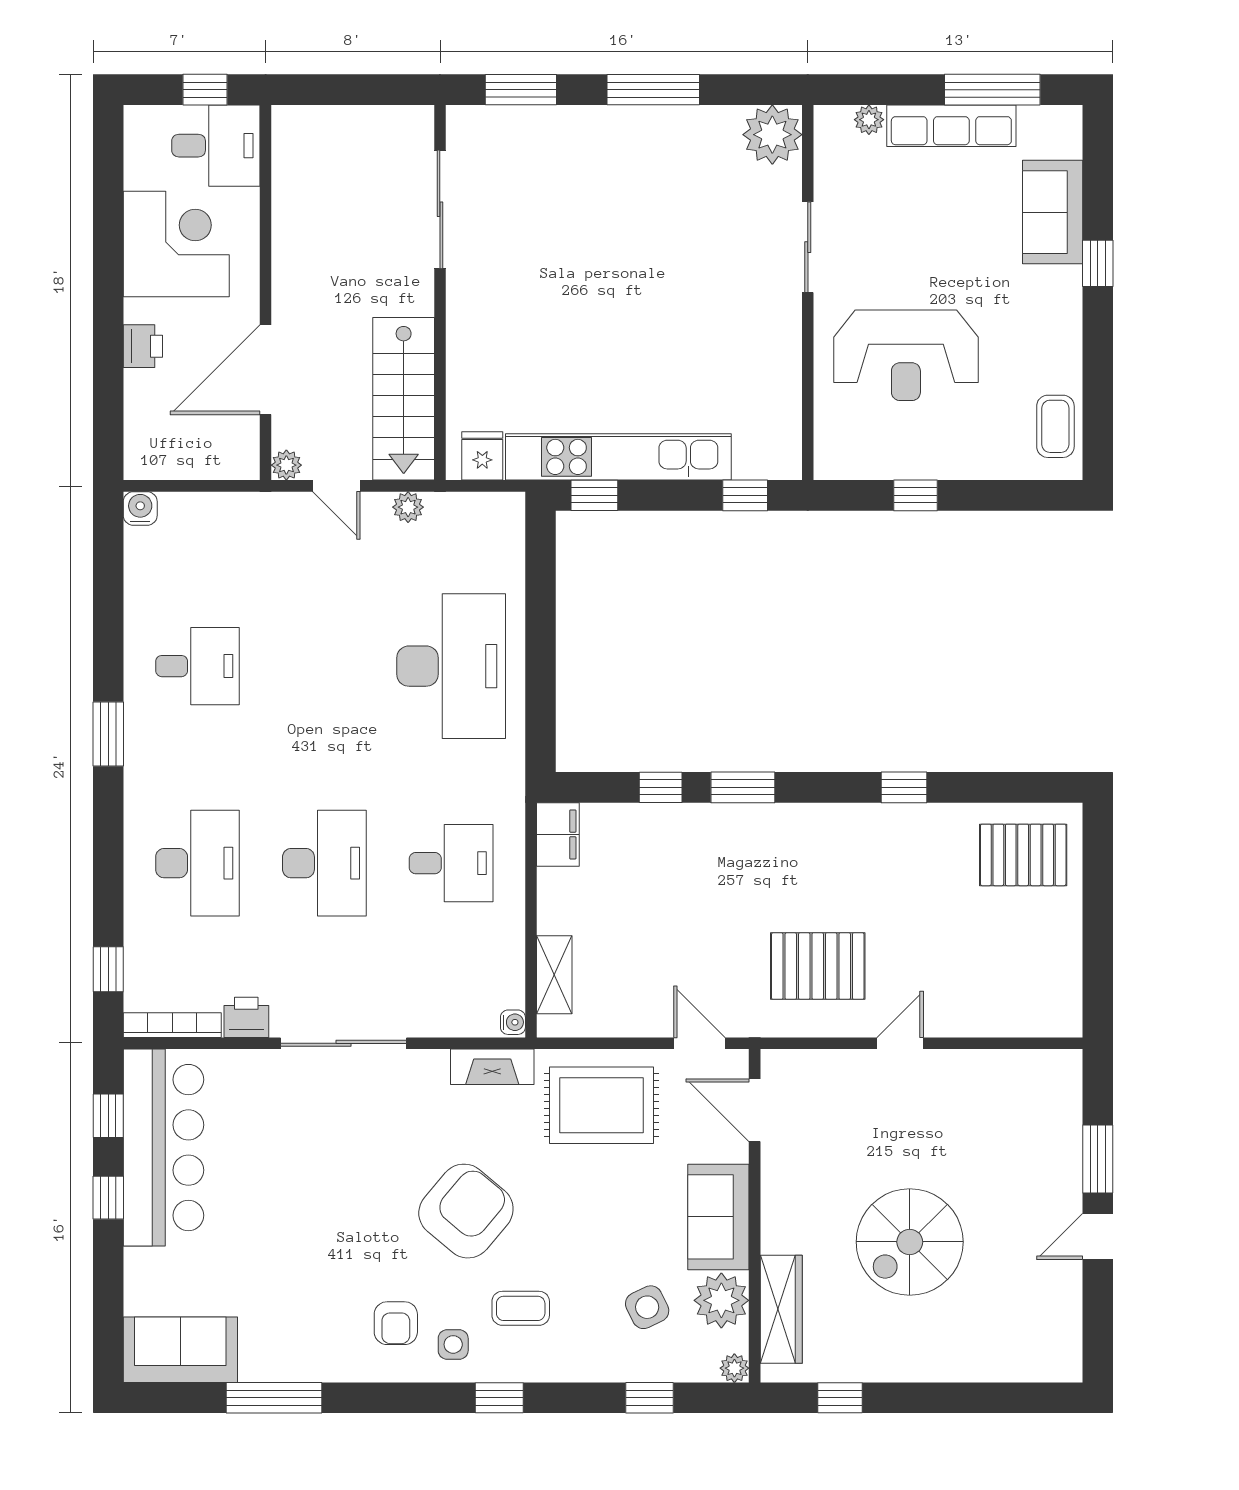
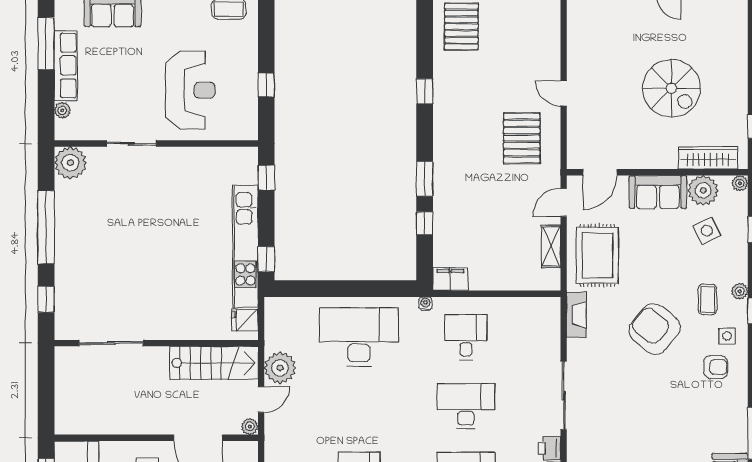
window: (521, 90) -> (46, 299), width x0.67
window: (653, 90) -> (46, 227), width x1.46
plant: (408, 507) -> (280, 368), width x1.87, depth x1.87
shelving: (554, 975) -> (551, 246), moved, turned 90
water cooler: (513, 1022) -> (425, 304), moved
plant: (536, 1368) -> (740, 291), added

